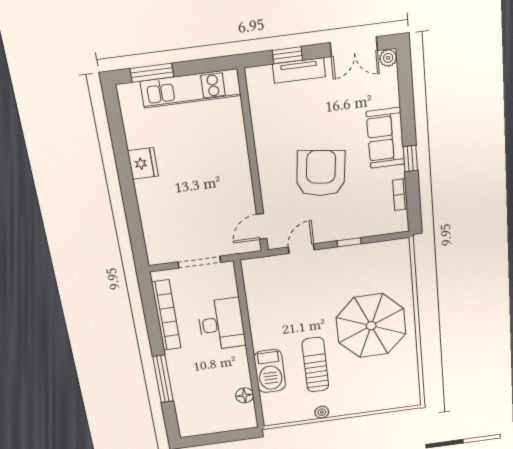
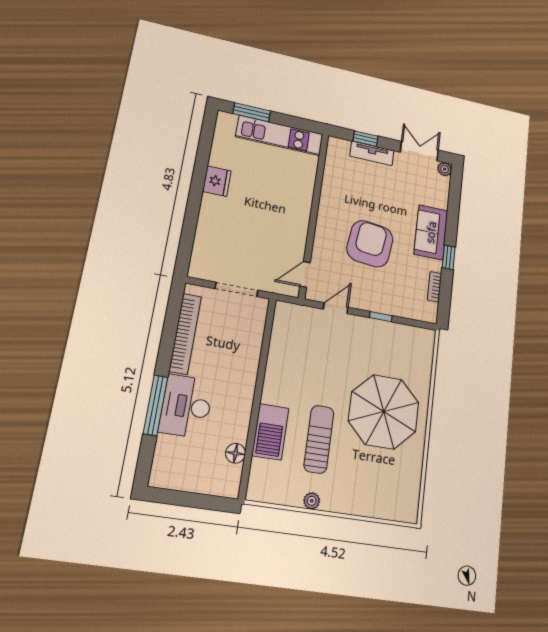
double door: (354, 47) -> (419, 151), swing flipped
desk: (221, 324) -> (186, 406), moved, turned 180

